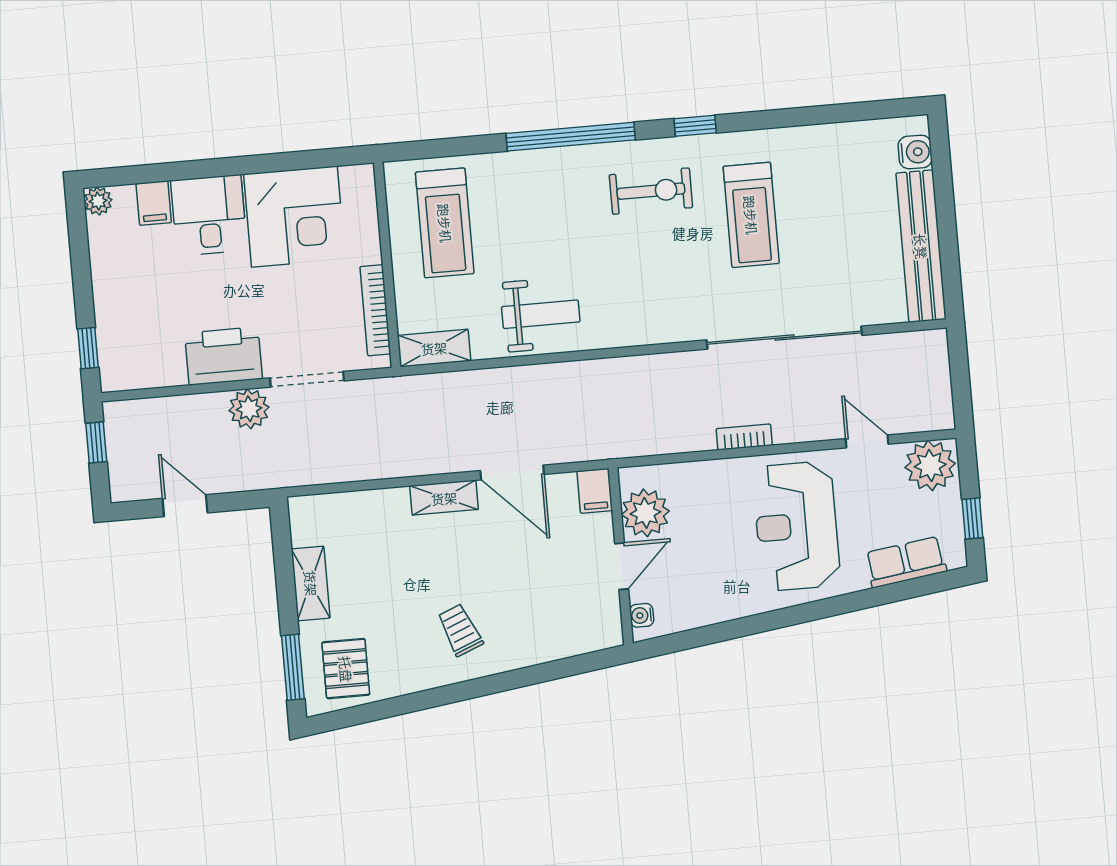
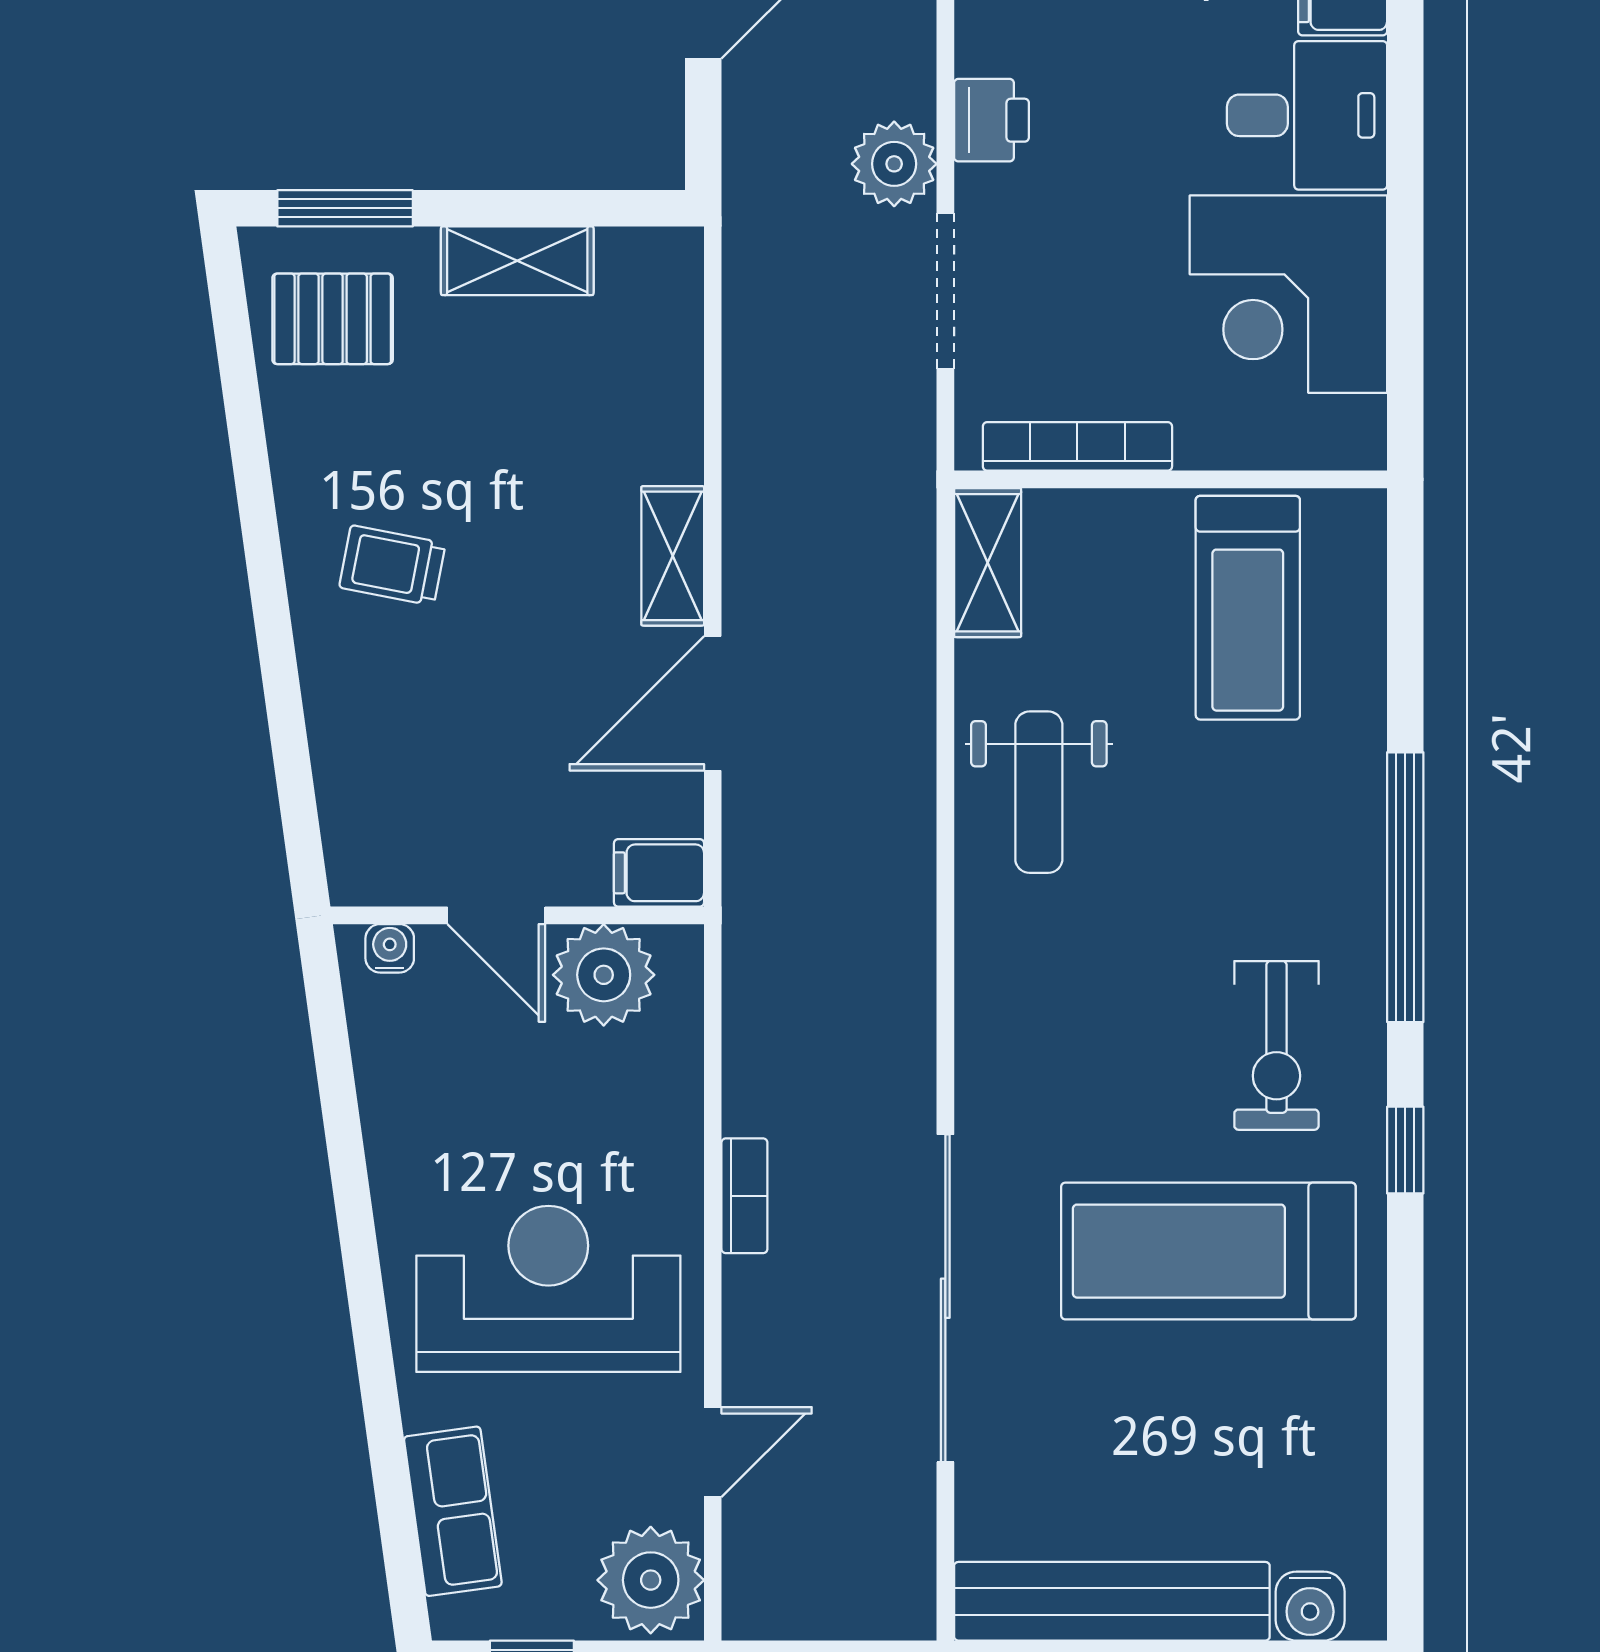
treadmill: (751, 215) -> (1208, 1251), width x1.37, depth x1.38
treadmill: (445, 223) -> (1248, 608), turned -90
printer: (224, 356) -> (991, 120), width x0.53, depth x0.68
trolley: (460, 630) -> (392, 565), turned -147

